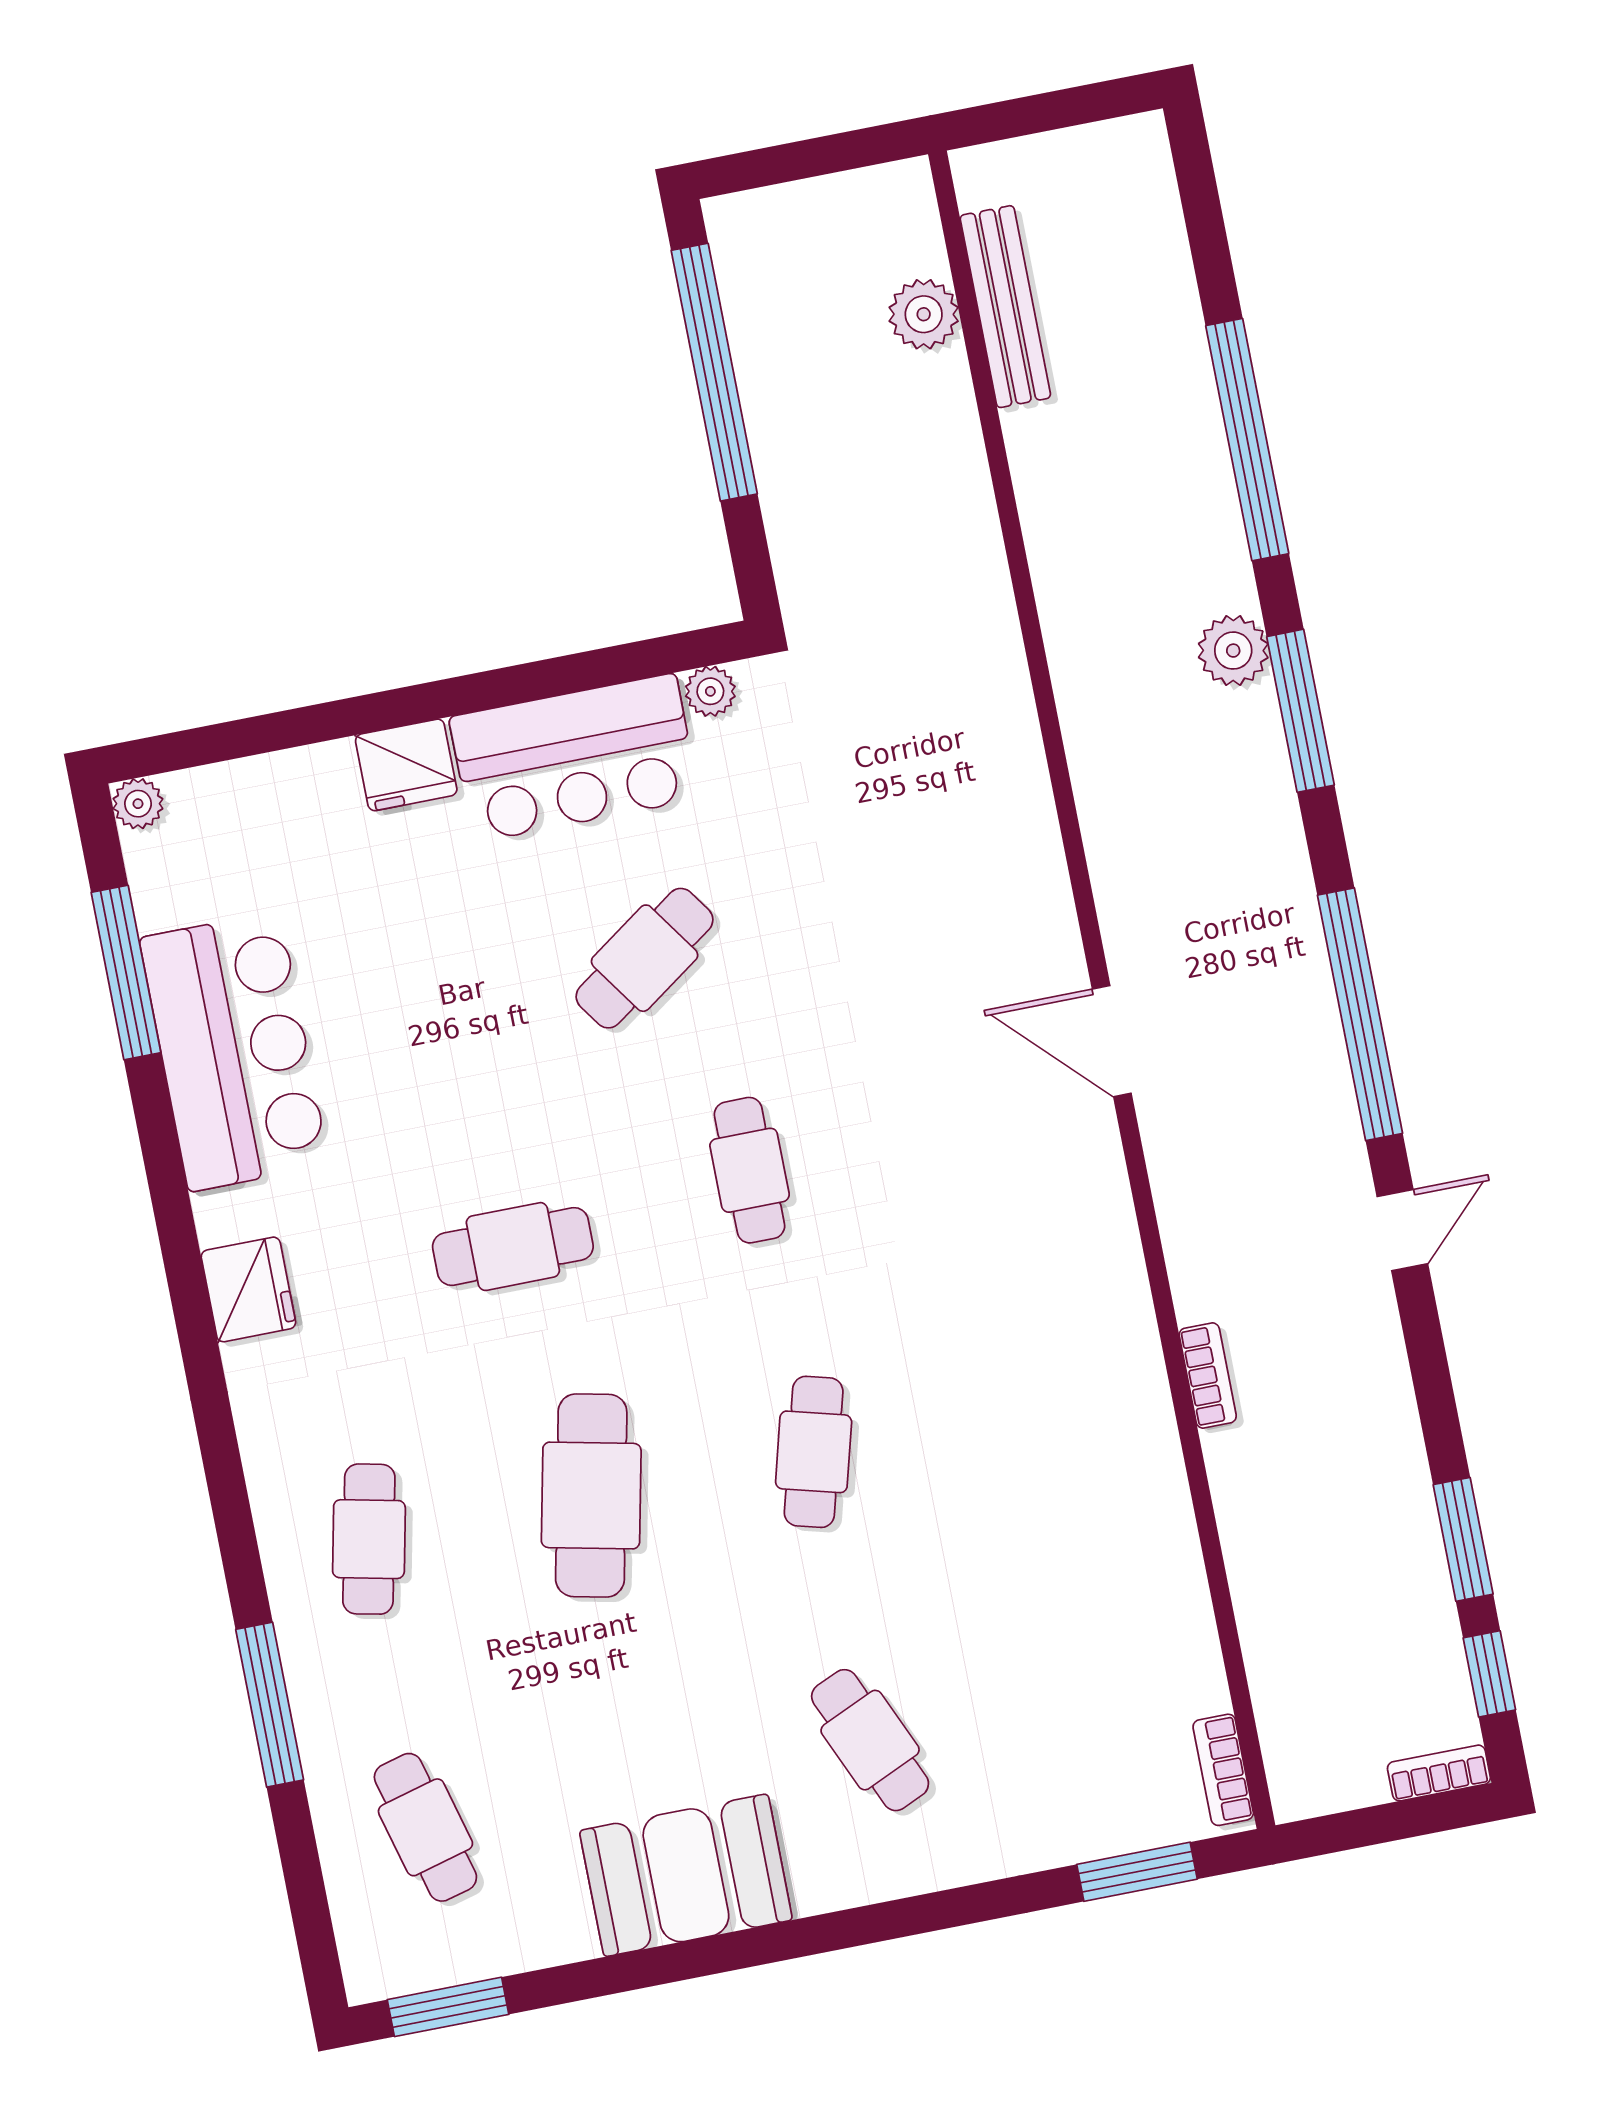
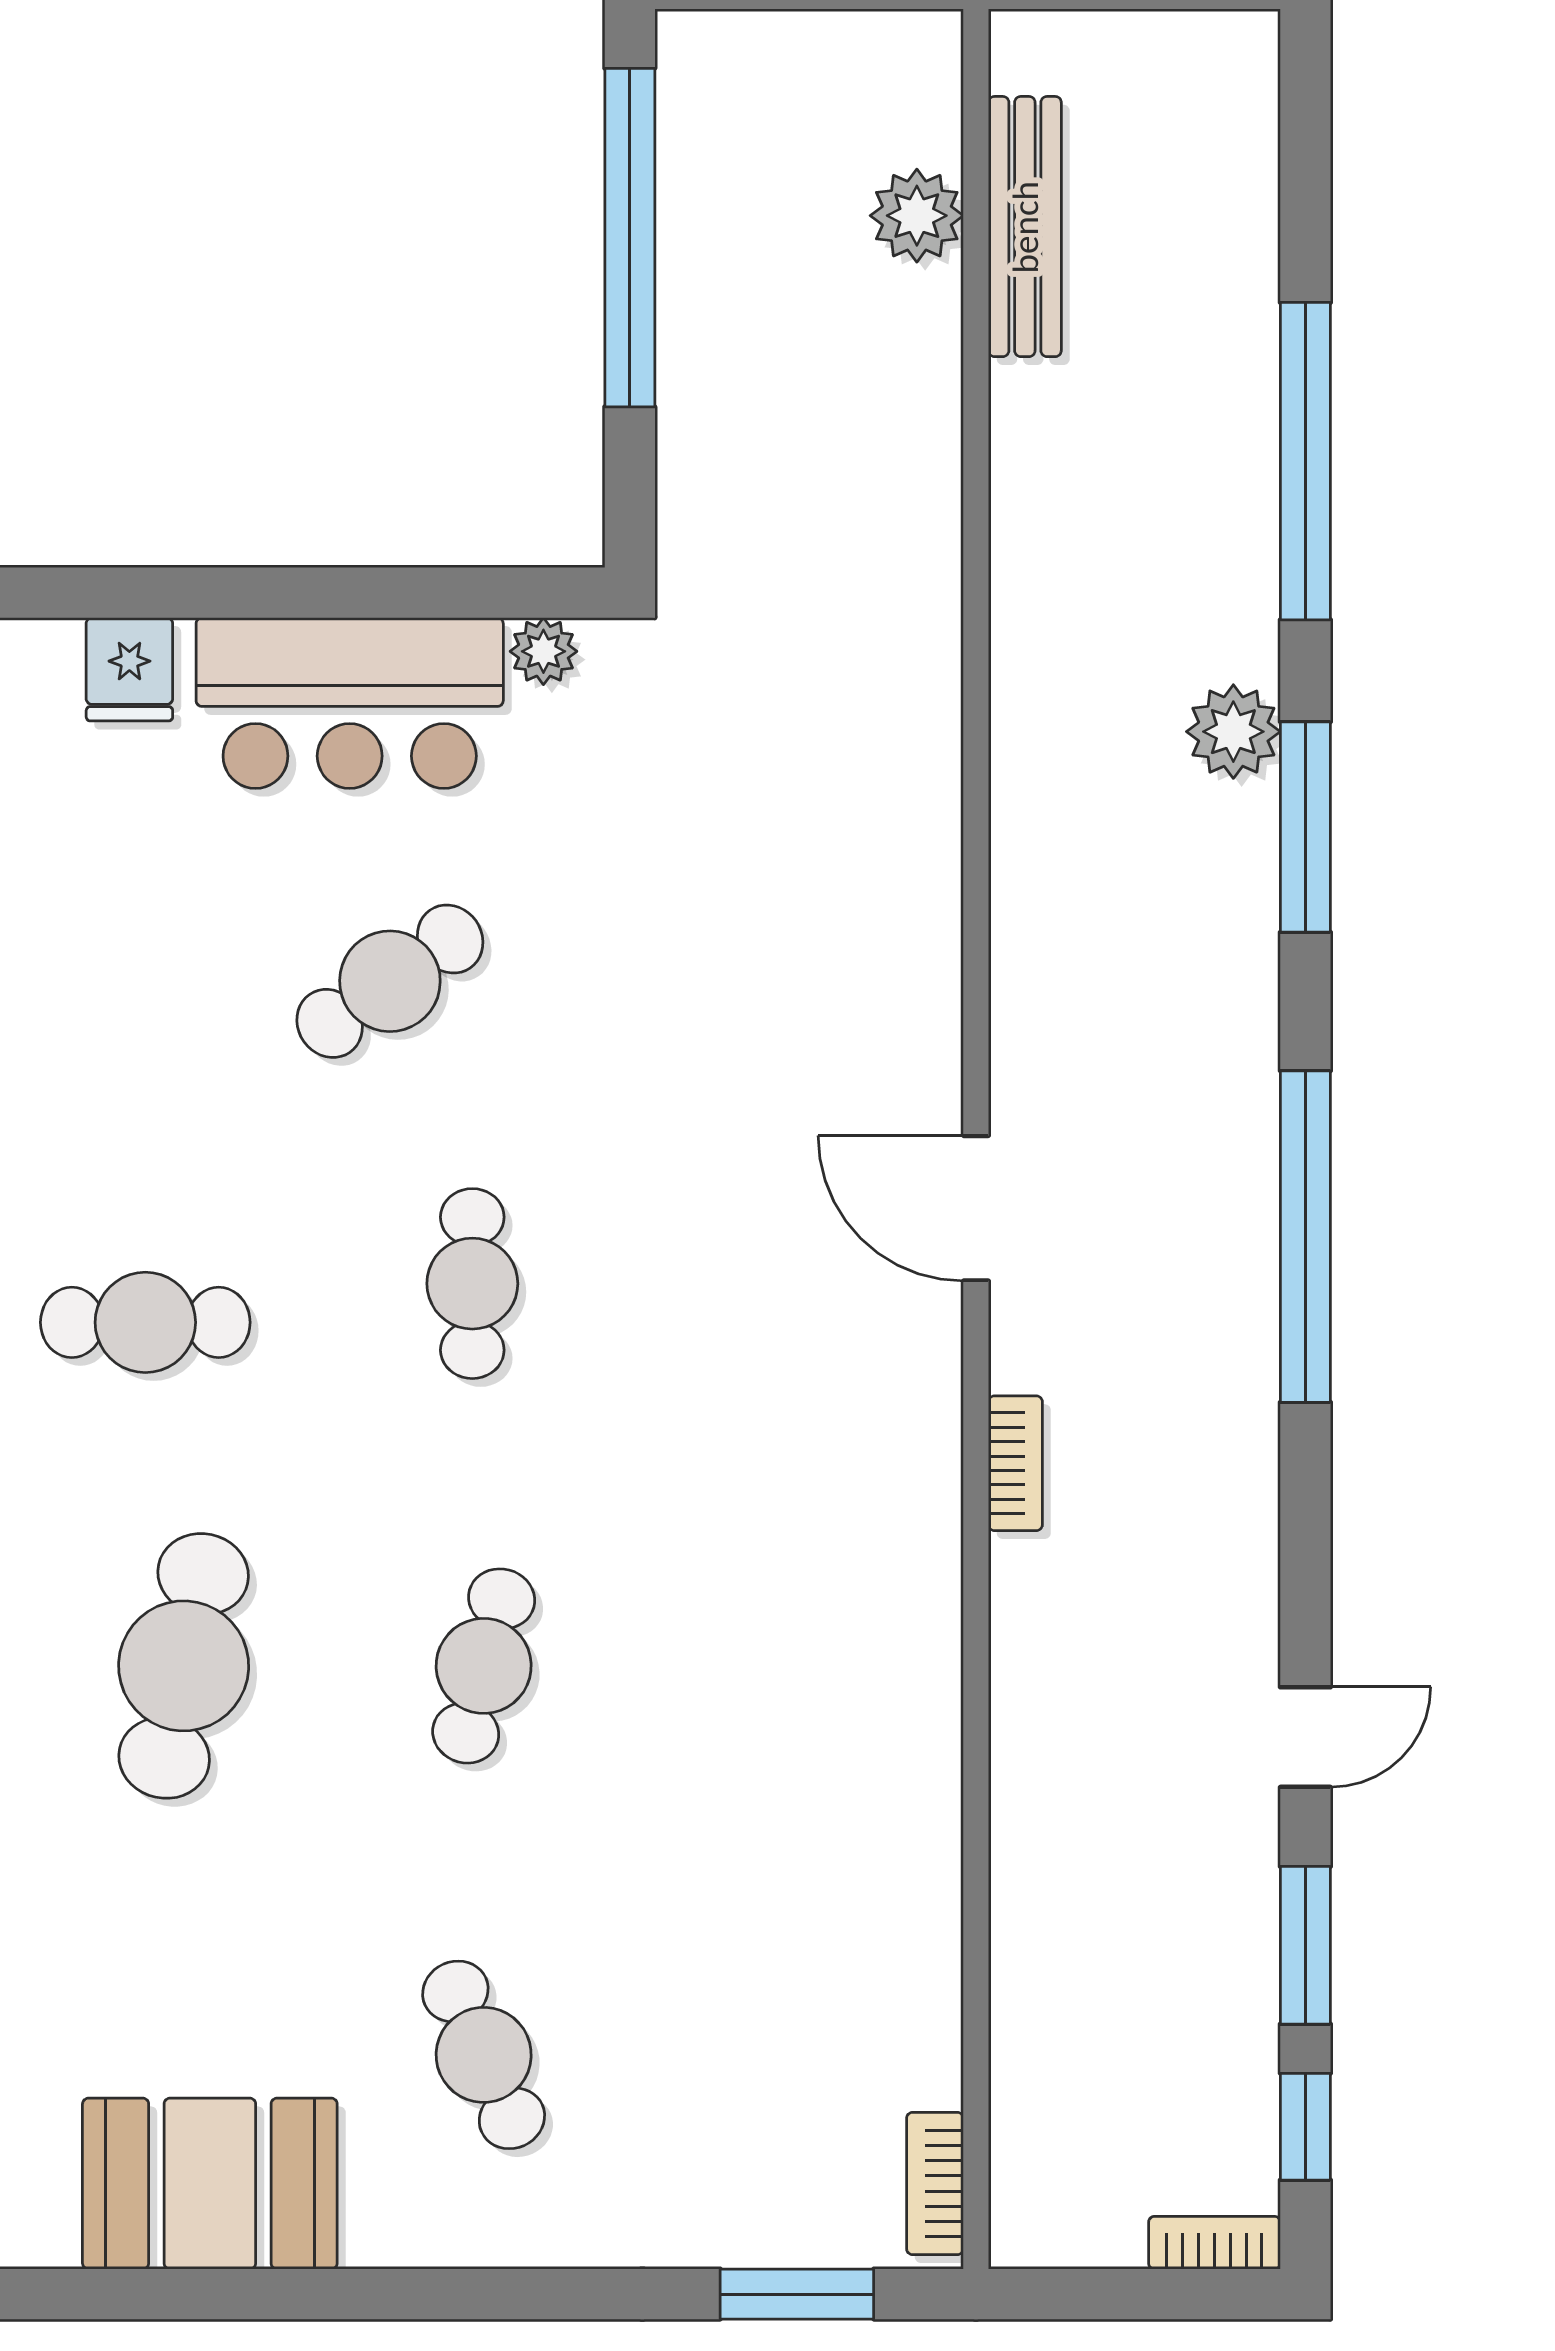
fridge: (406, 765) -> (129, 669), width x0.72
door: (1402, 1230) -> (1305, 1737), moved
bookcase: (1208, 1375) -> (1015, 1463), moved

